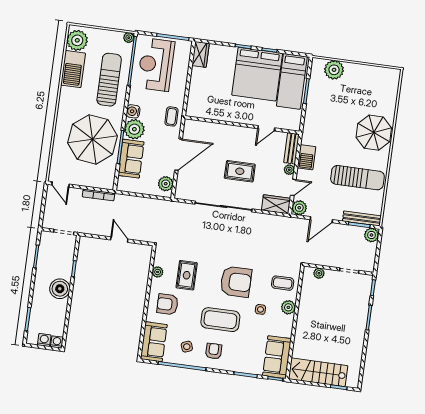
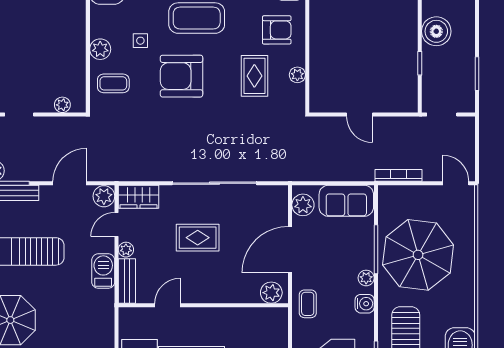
plant: (195, 127) -> (271, 293), added
plant: (134, 129) -> (366, 278), width x0.53, depth x0.53
sofa: (131, 159) -> (346, 201), moved, turned -90

